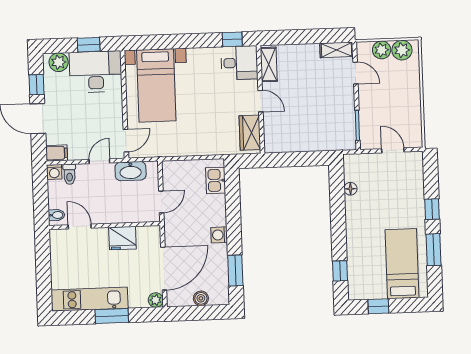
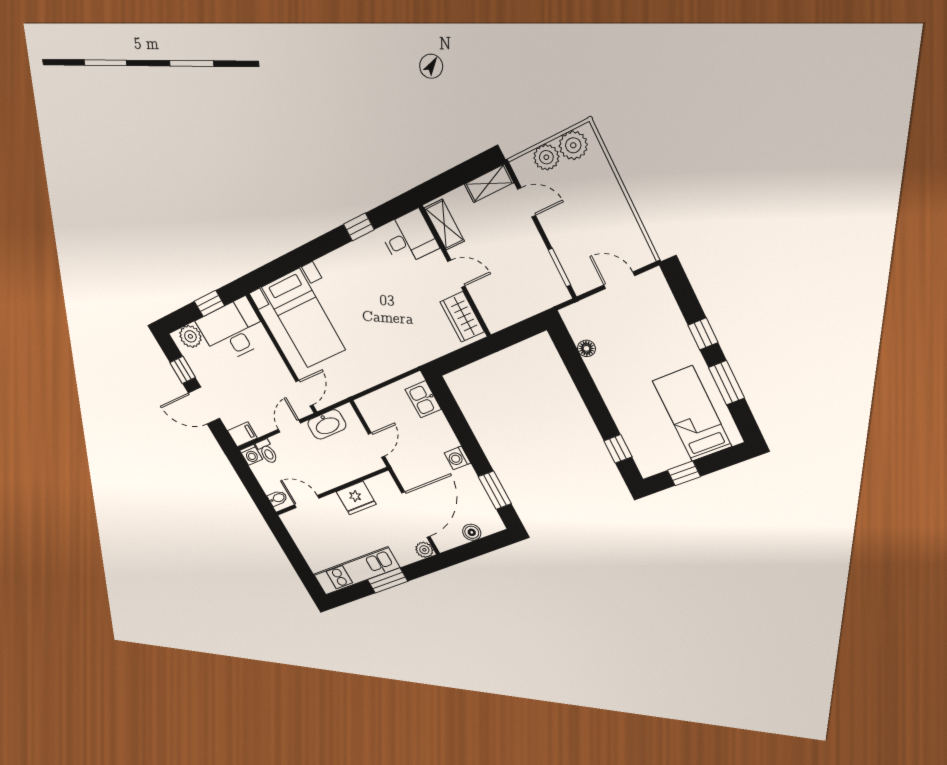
desk: (239, 63) -> (409, 238), moved
shelving: (269, 64) -> (444, 225), moved
wall: (260, 99) -> (455, 272), moved
door: (261, 101) -> (456, 274), moved
wardrobe: (250, 133) -> (462, 317), moved

